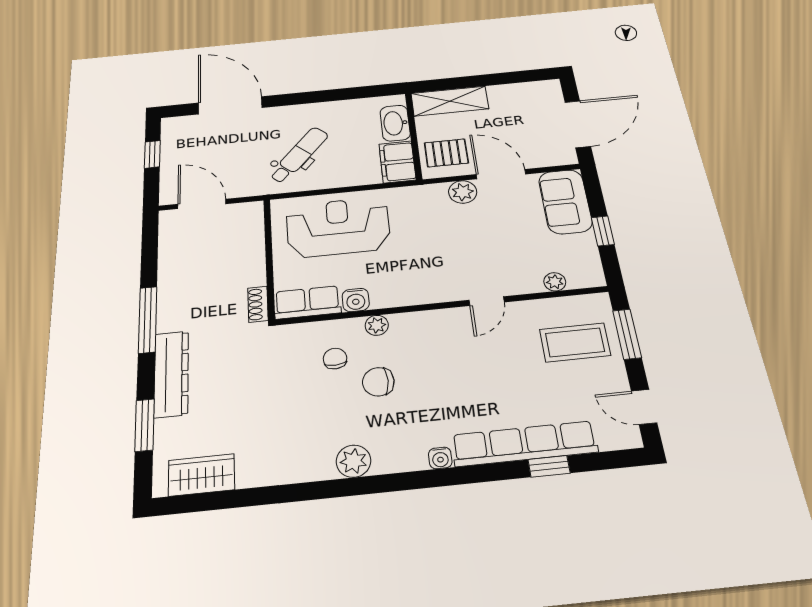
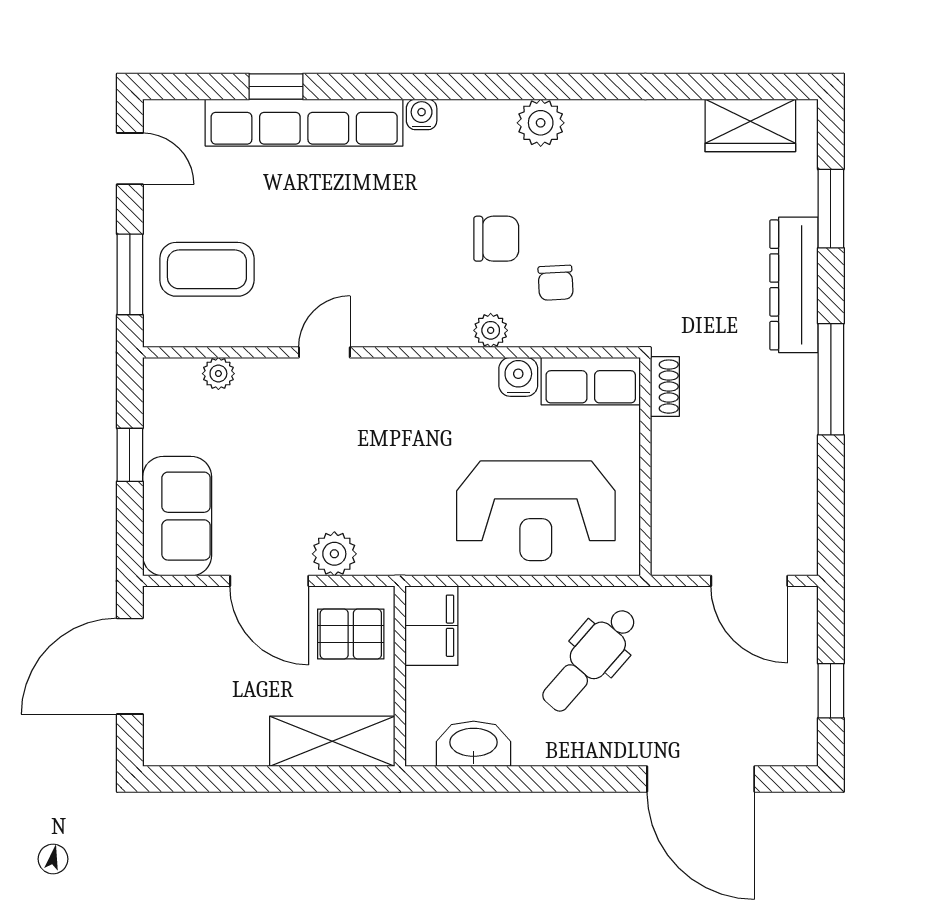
washbasin: (395, 123) -> (474, 744), moved, turned -90

